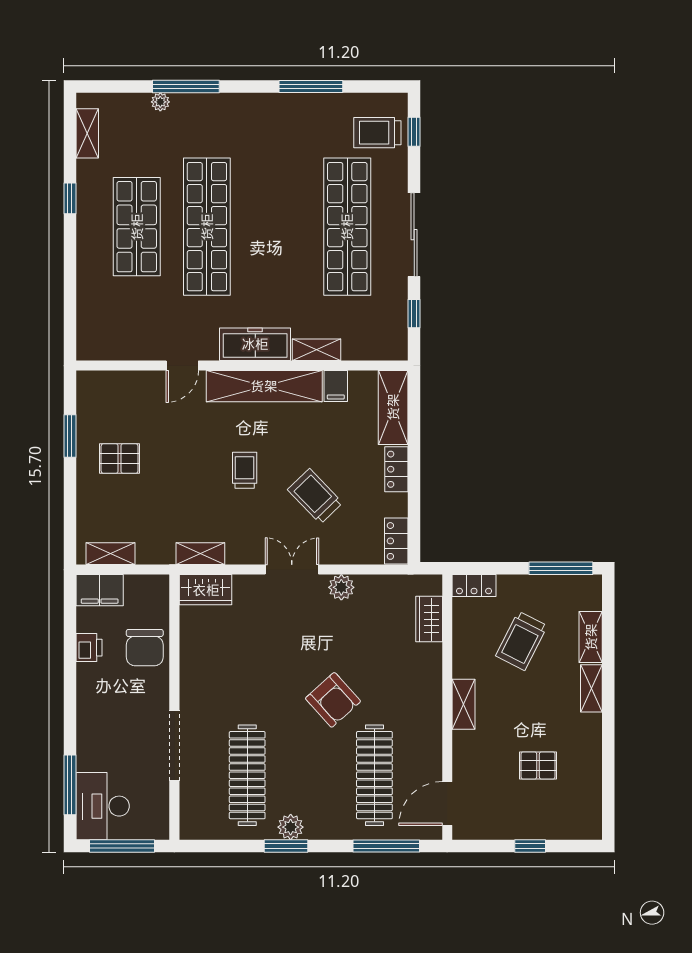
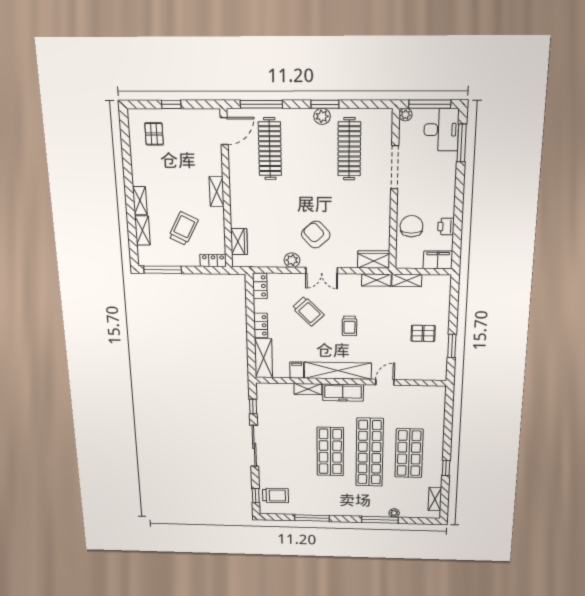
shop shelf: (347, 227) -> (330, 451), moved, width x0.71
shelving: (110, 554) -> (407, 280), moved
armchair: (333, 700) -> (316, 235), moved
pallet: (538, 765) -> (154, 134), moved, turned 90
plant: (159, 830) -> (405, 115), added

